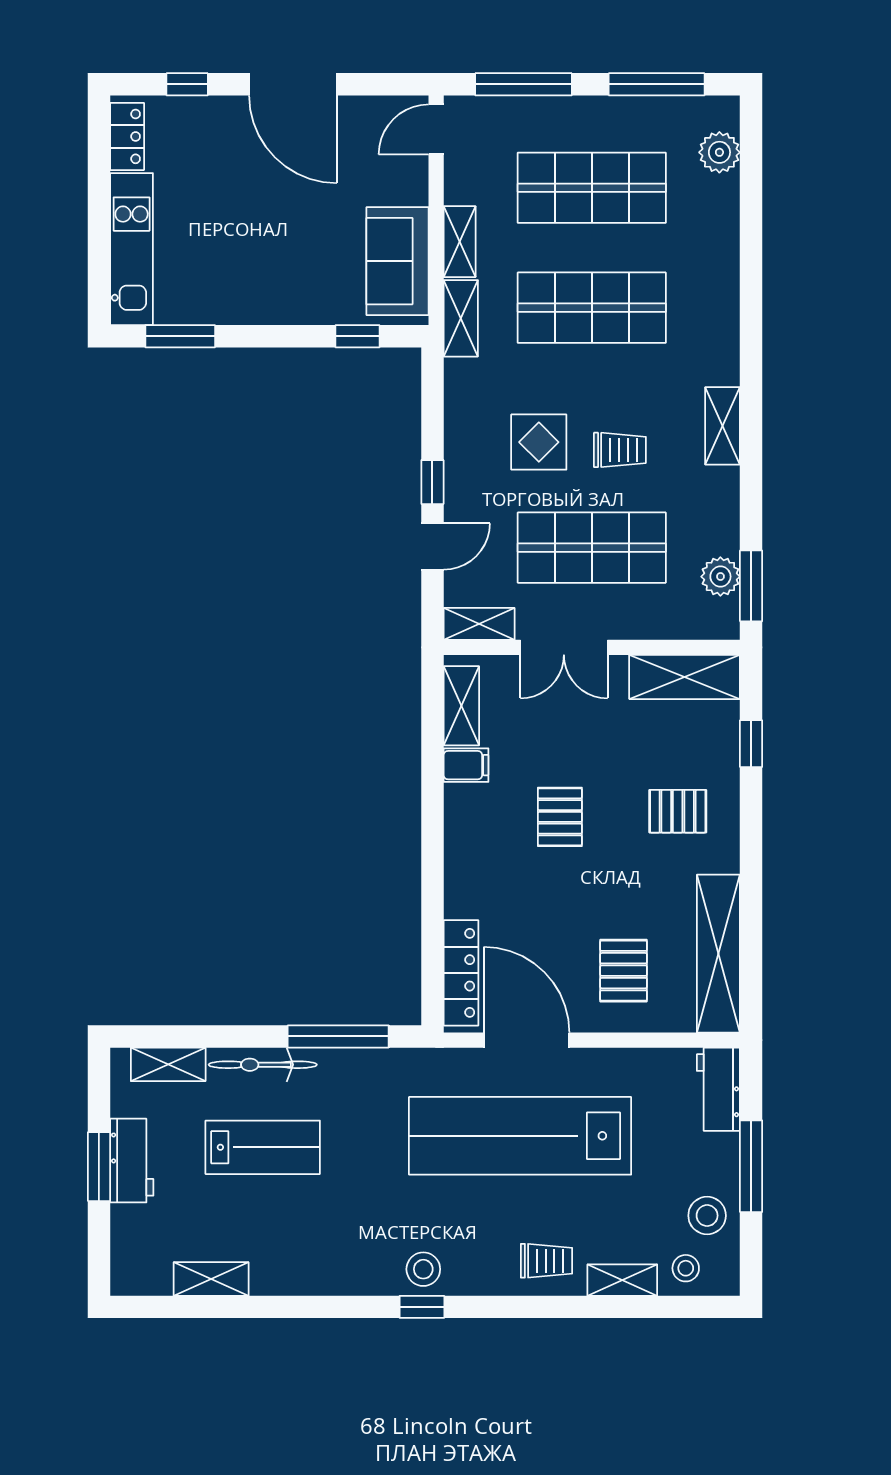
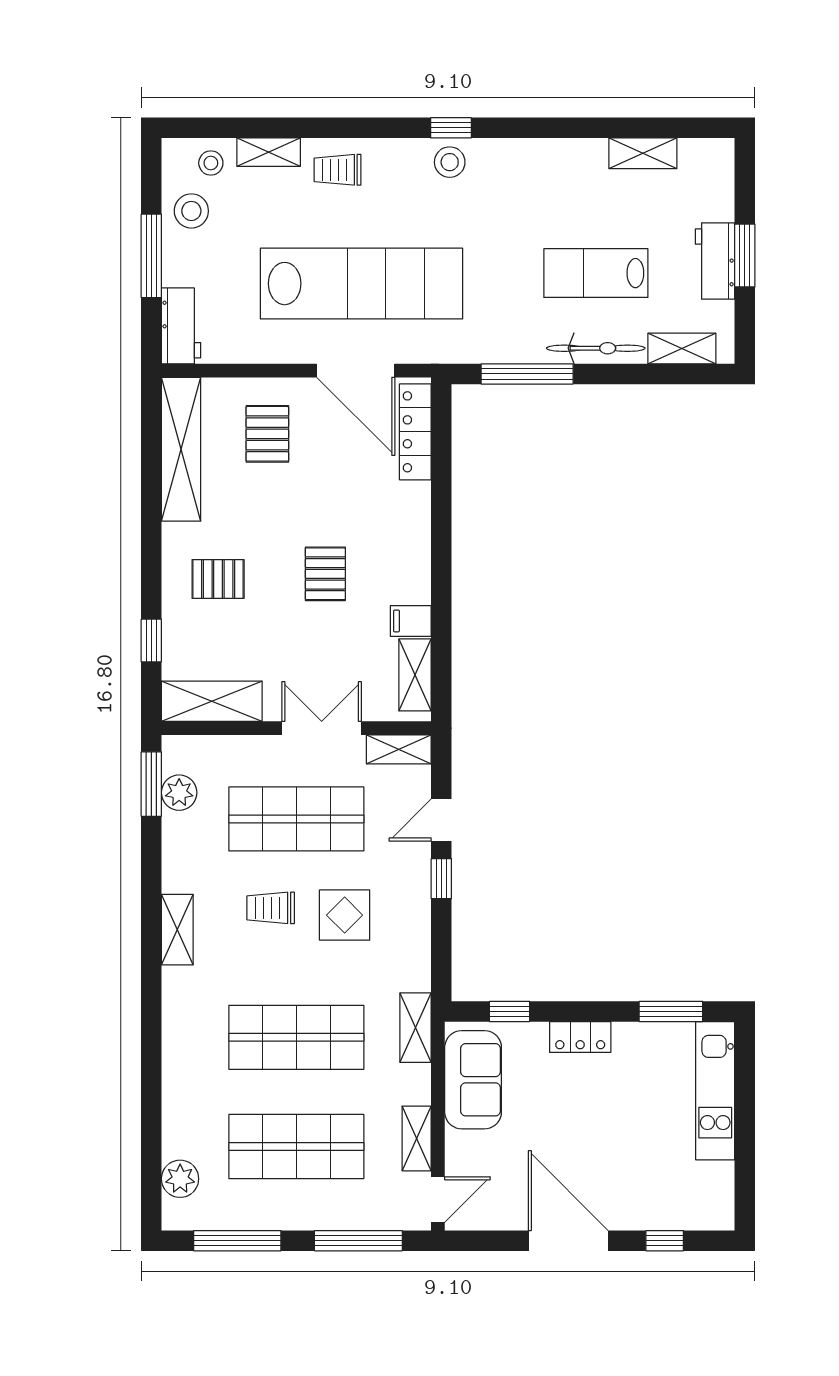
locker: (127, 136) -> (580, 1037), moved, turned -90
shelving: (460, 242) -> (417, 1138), moved

